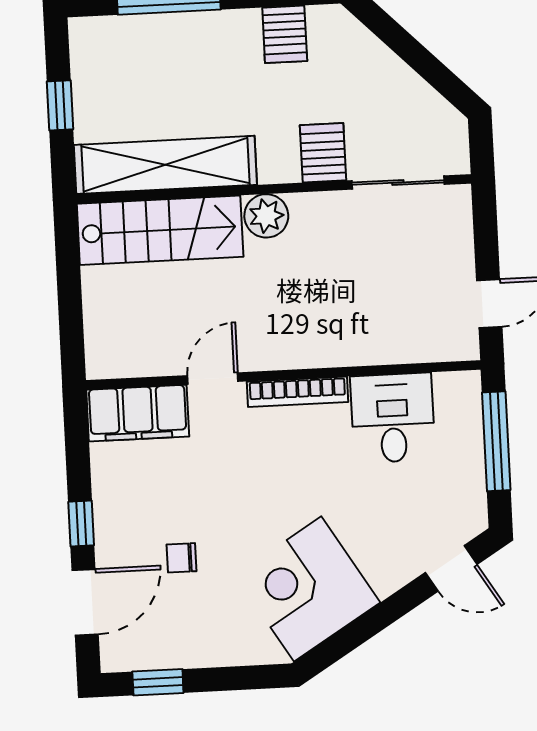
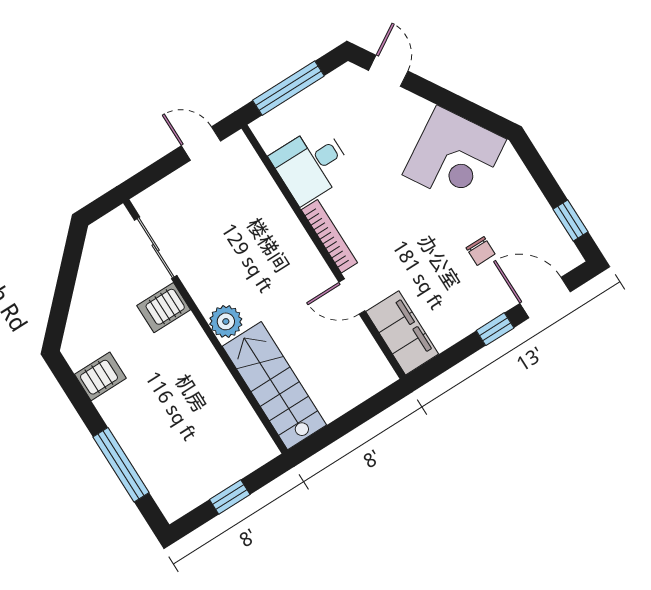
shelving: (165, 165) -> (230, 406), removed

